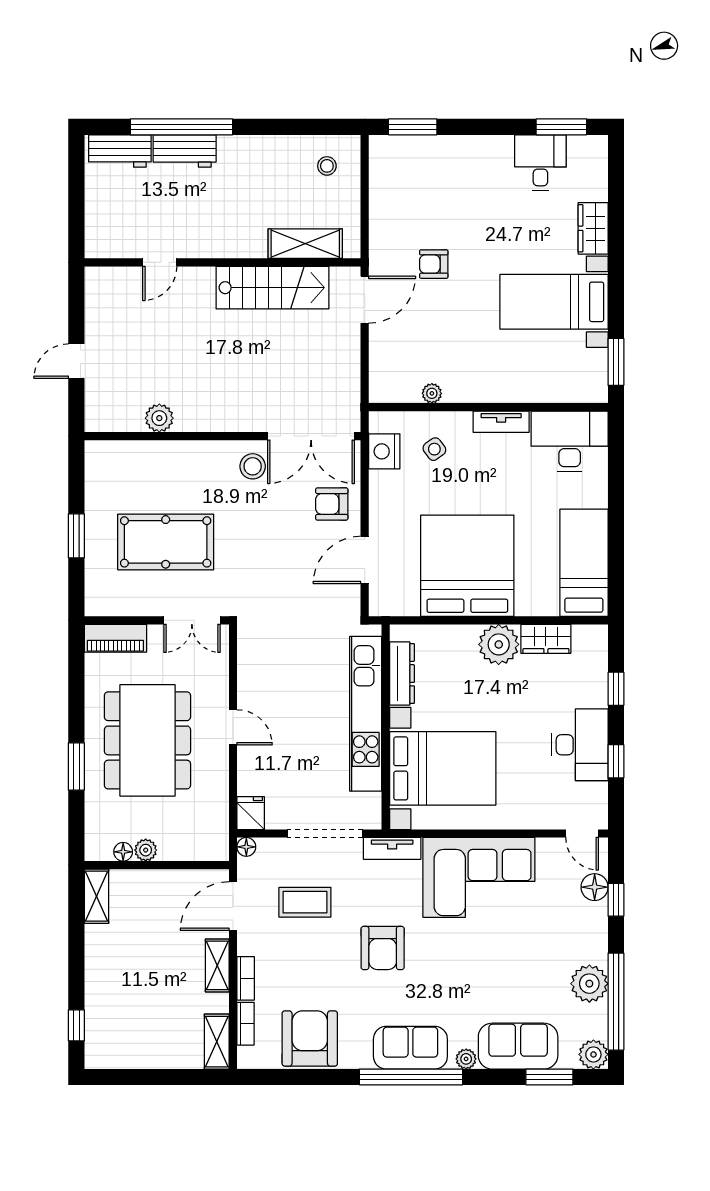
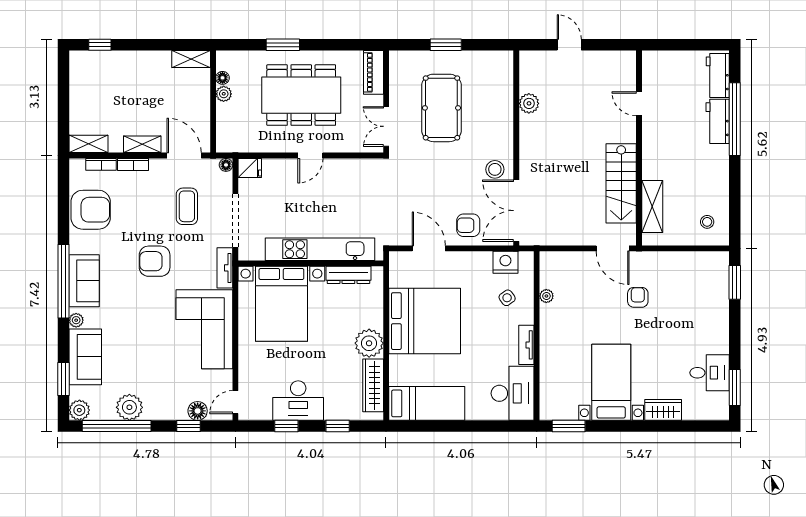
armchair: (332, 504) -> (468, 225), turned -90
wardrobe: (546, 639) -> (373, 385), width x1.50

